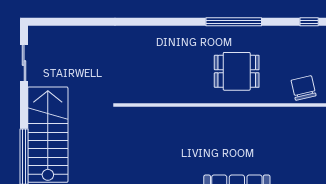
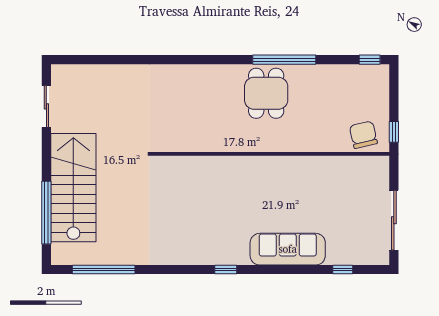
dining table: (237, 71) -> (266, 93), moved, turned 90

